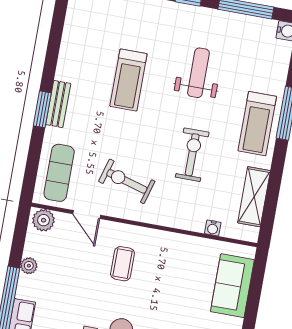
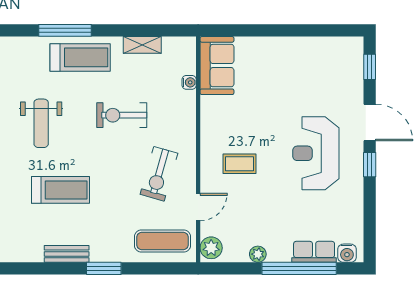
weight bench: (198, 73) -> (41, 123), turned -90
bench: (58, 104) -> (67, 254), moved
shelving: (254, 197) -> (142, 45), width x0.67, depth x0.75
sofa: (232, 286) -> (217, 66), moved, turned -90

